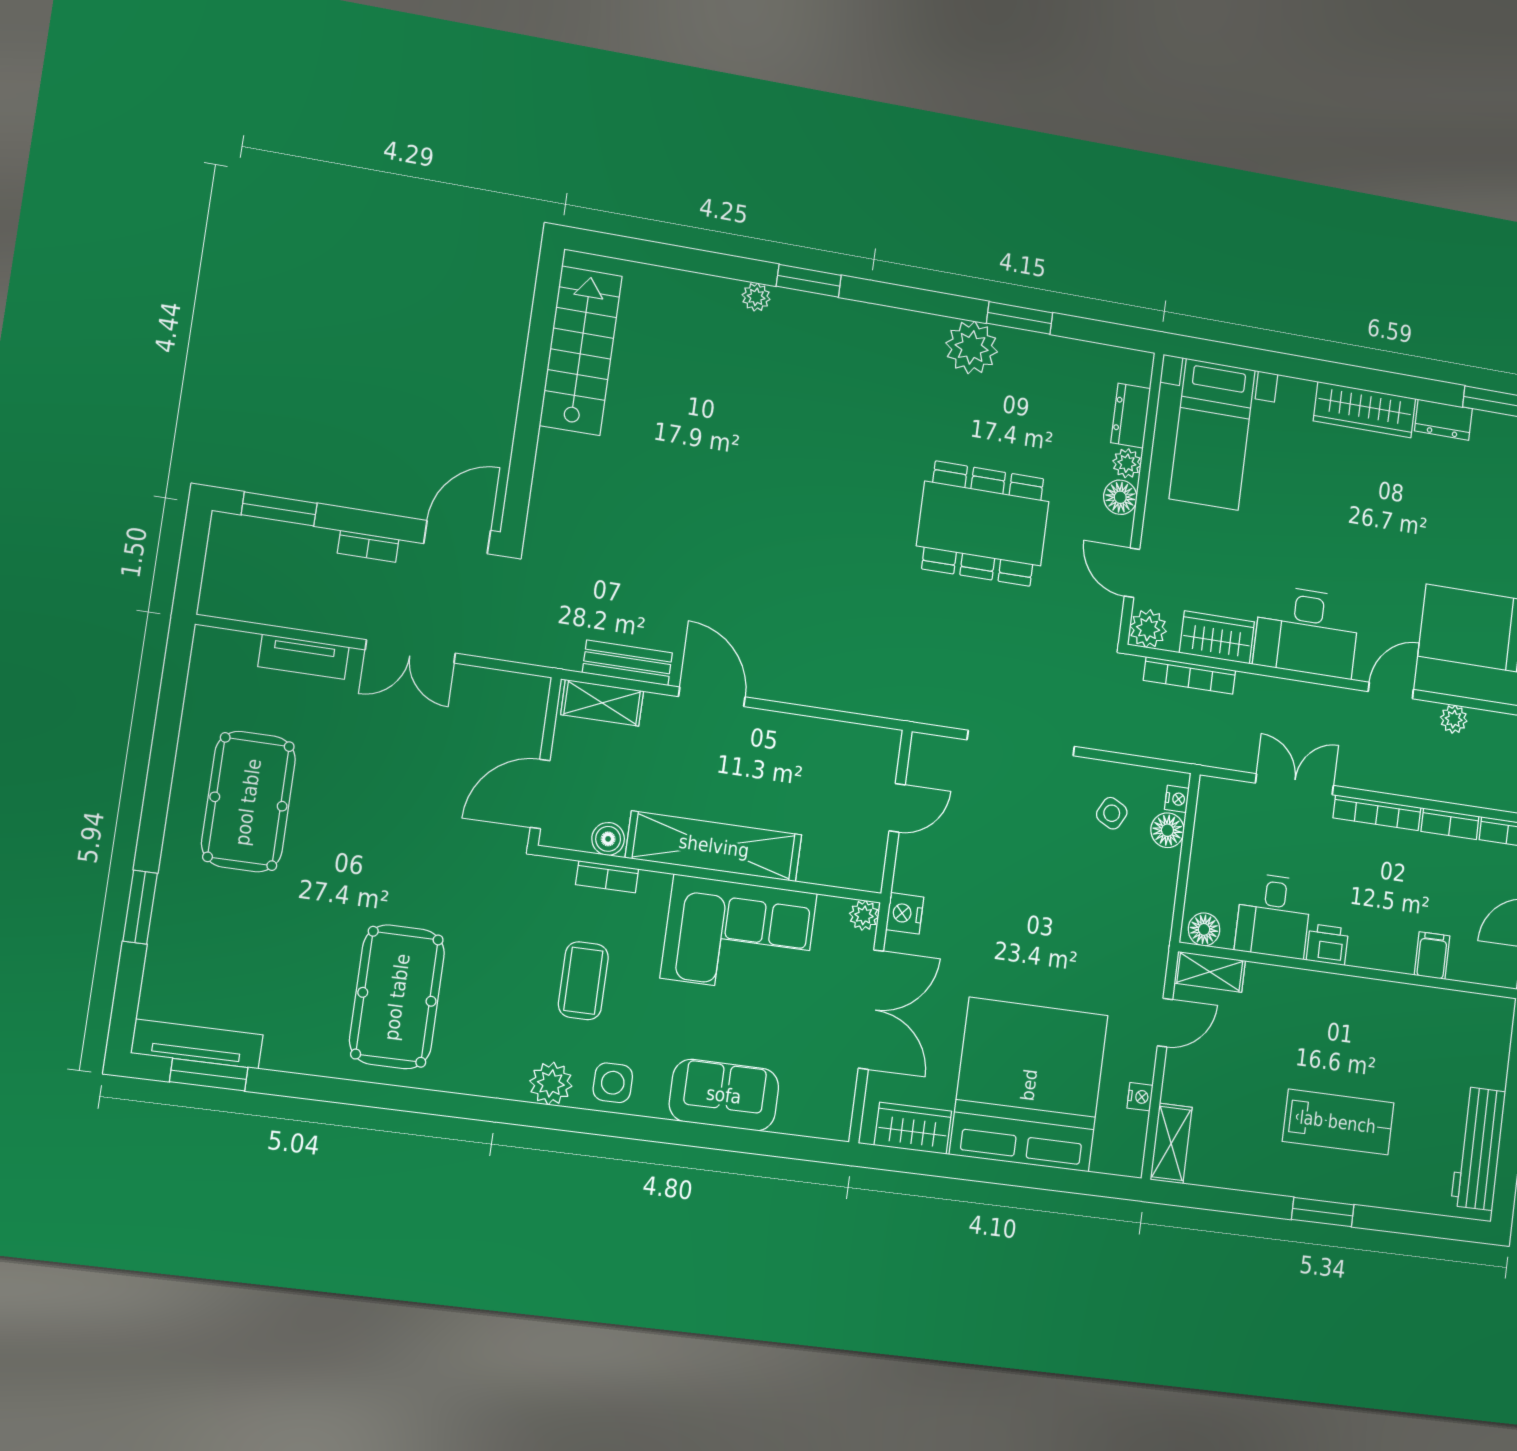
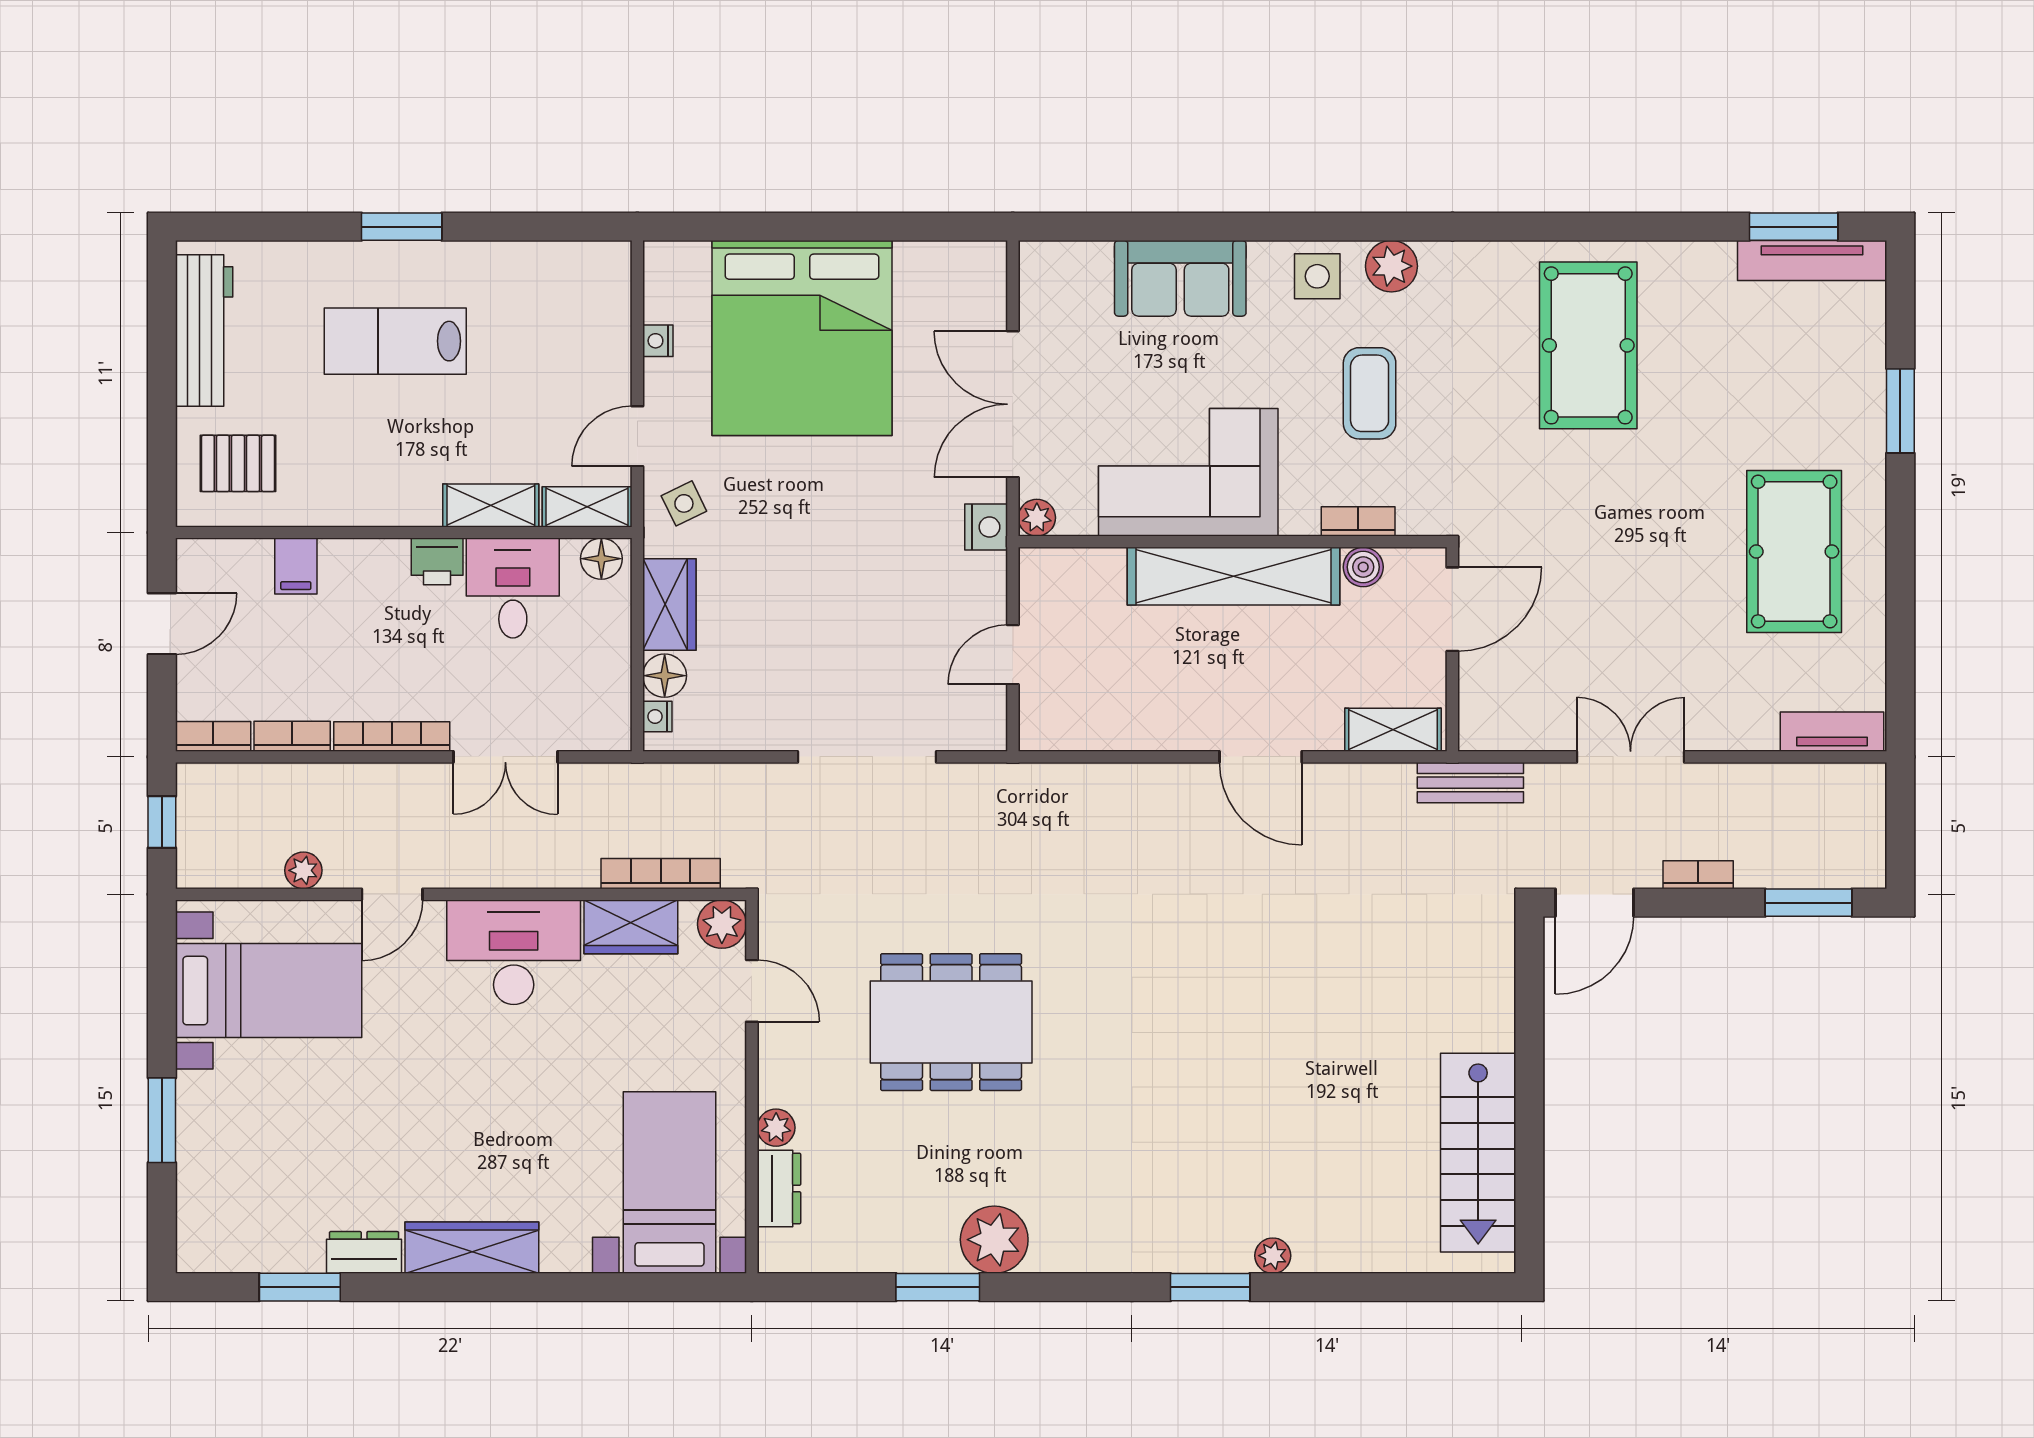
floor lamp: (1120, 497) -> (779, 1083), removed
tv unit: (303, 657) -> (1832, 732), moved
bench: (627, 663) -> (1470, 783), moved
side table: (1112, 813) -> (684, 503), moved, turned 36
pallet: (1465, 1041) -> (238, 463), added
wardrobe: (913, 1128) -> (669, 604), moved, turned -90
shelving: (1171, 1143) -> (491, 505), moved, turned 90

